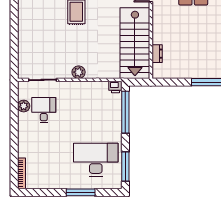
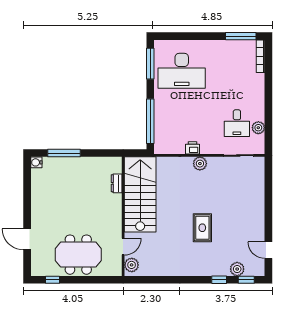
printer: (115, 87) -> (192, 148), moved
window: (81, 192) -> (241, 36), moved

